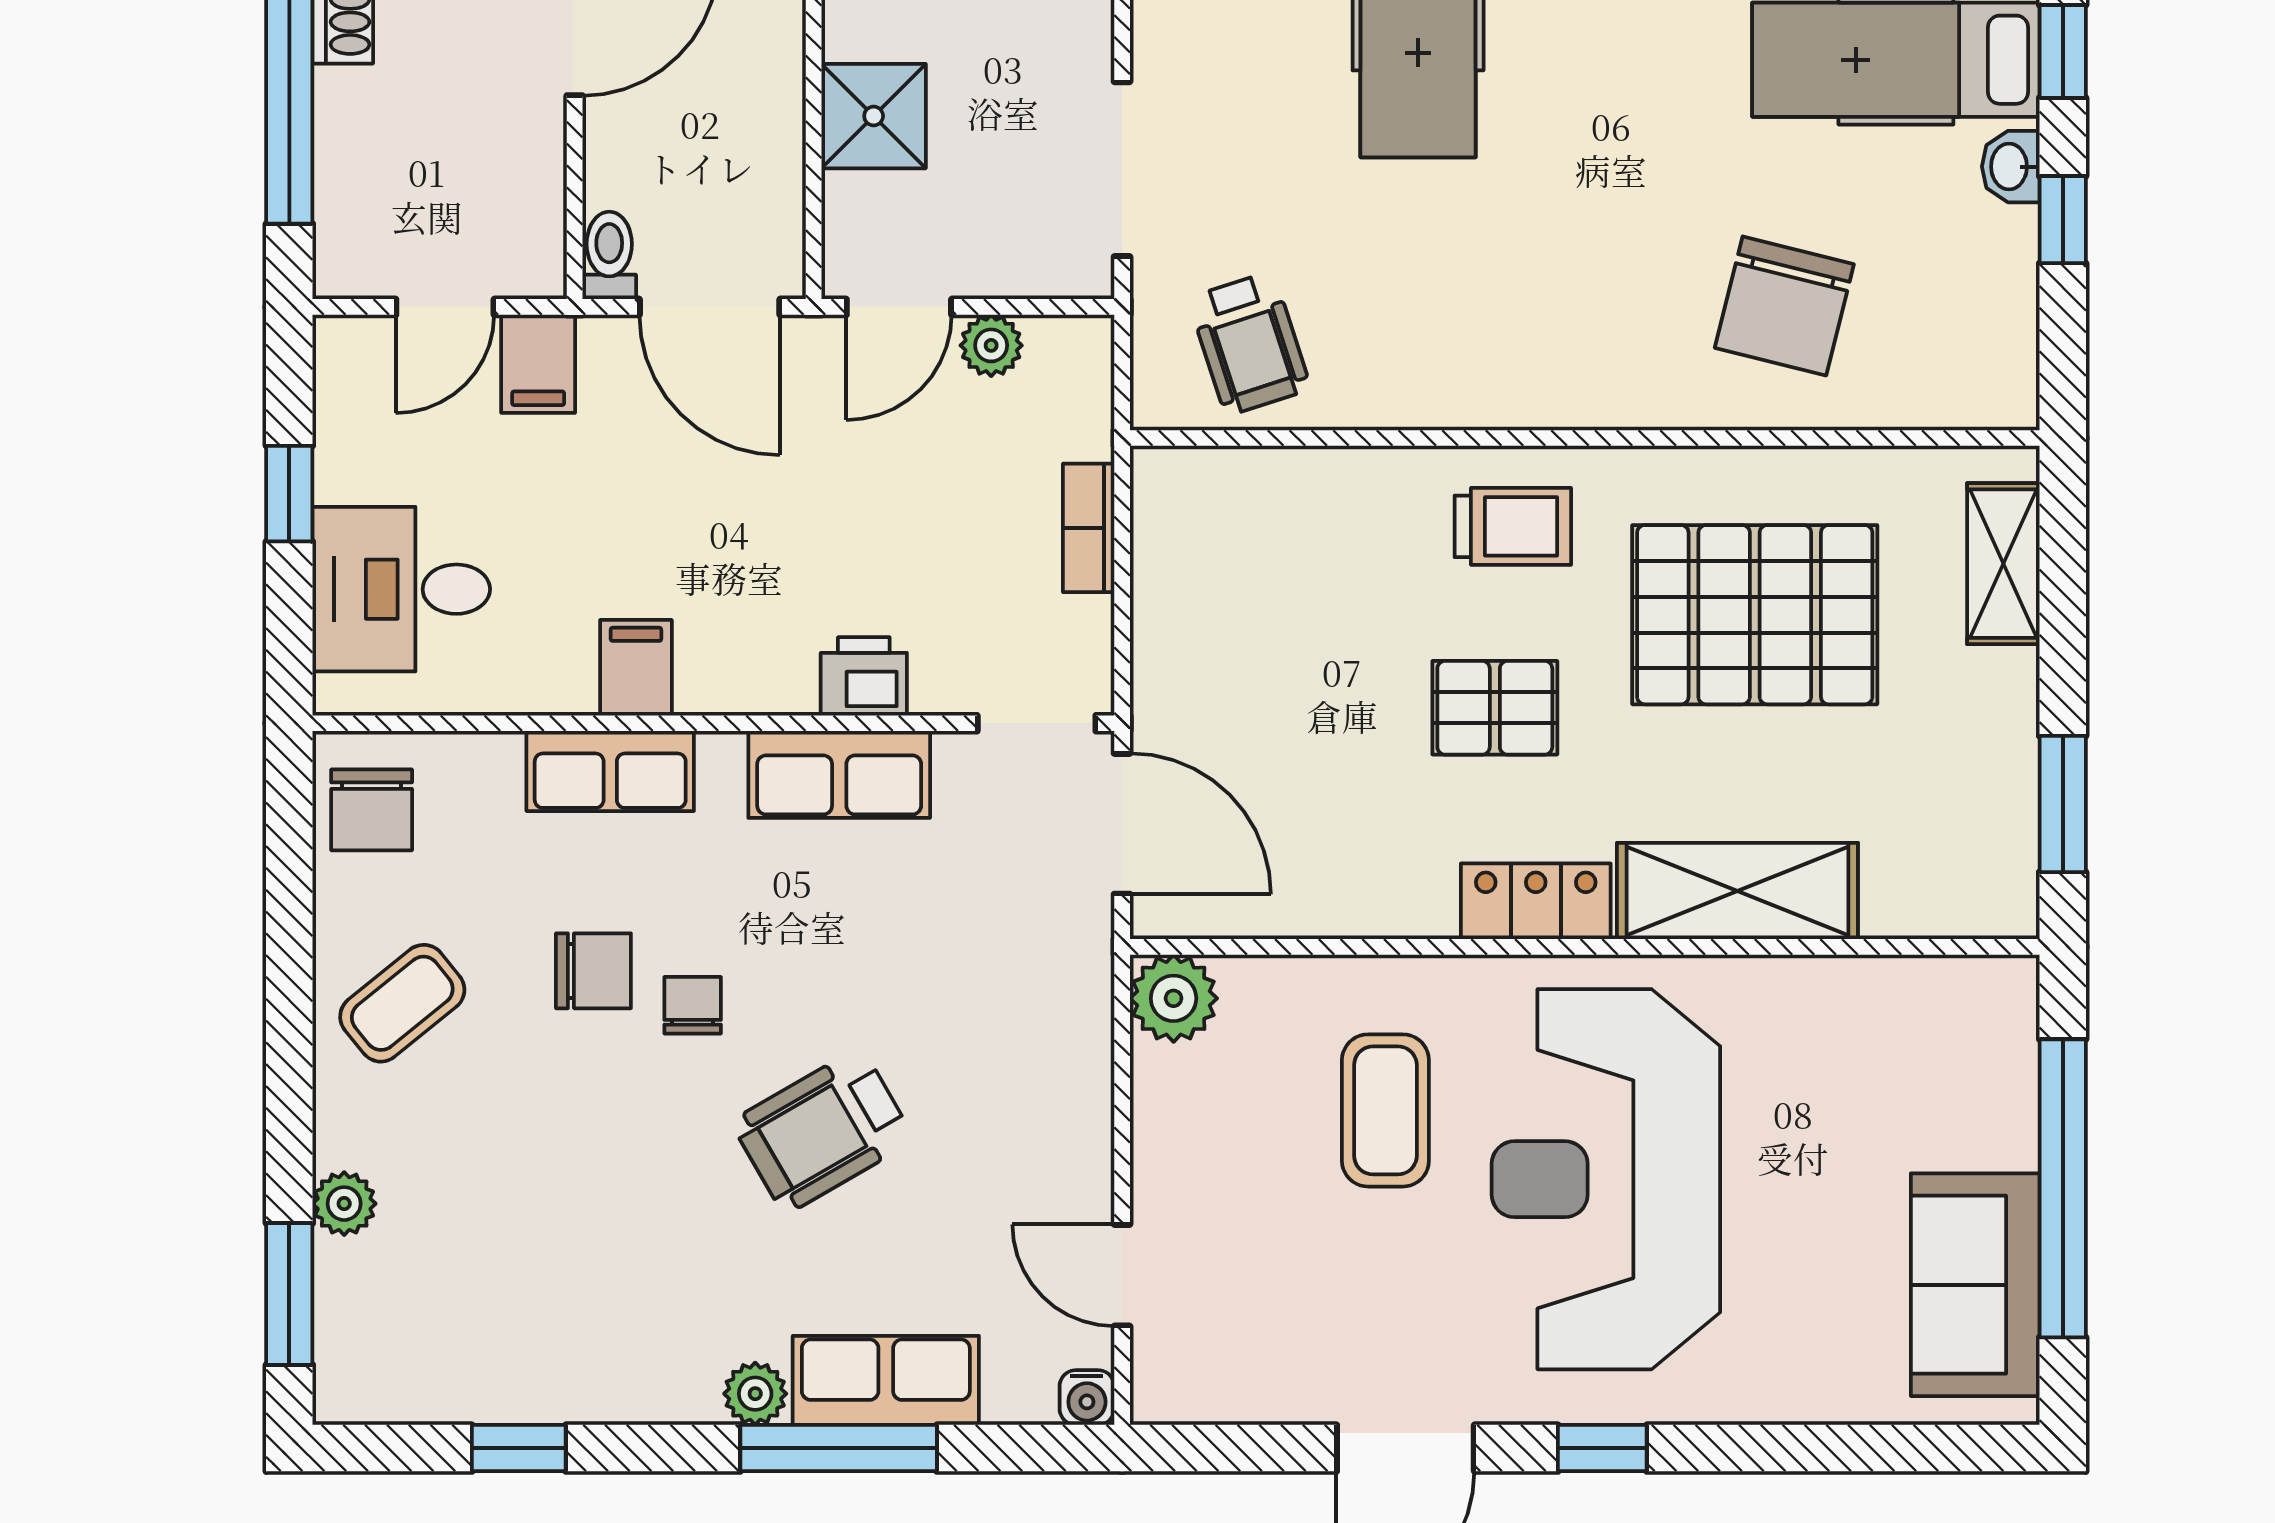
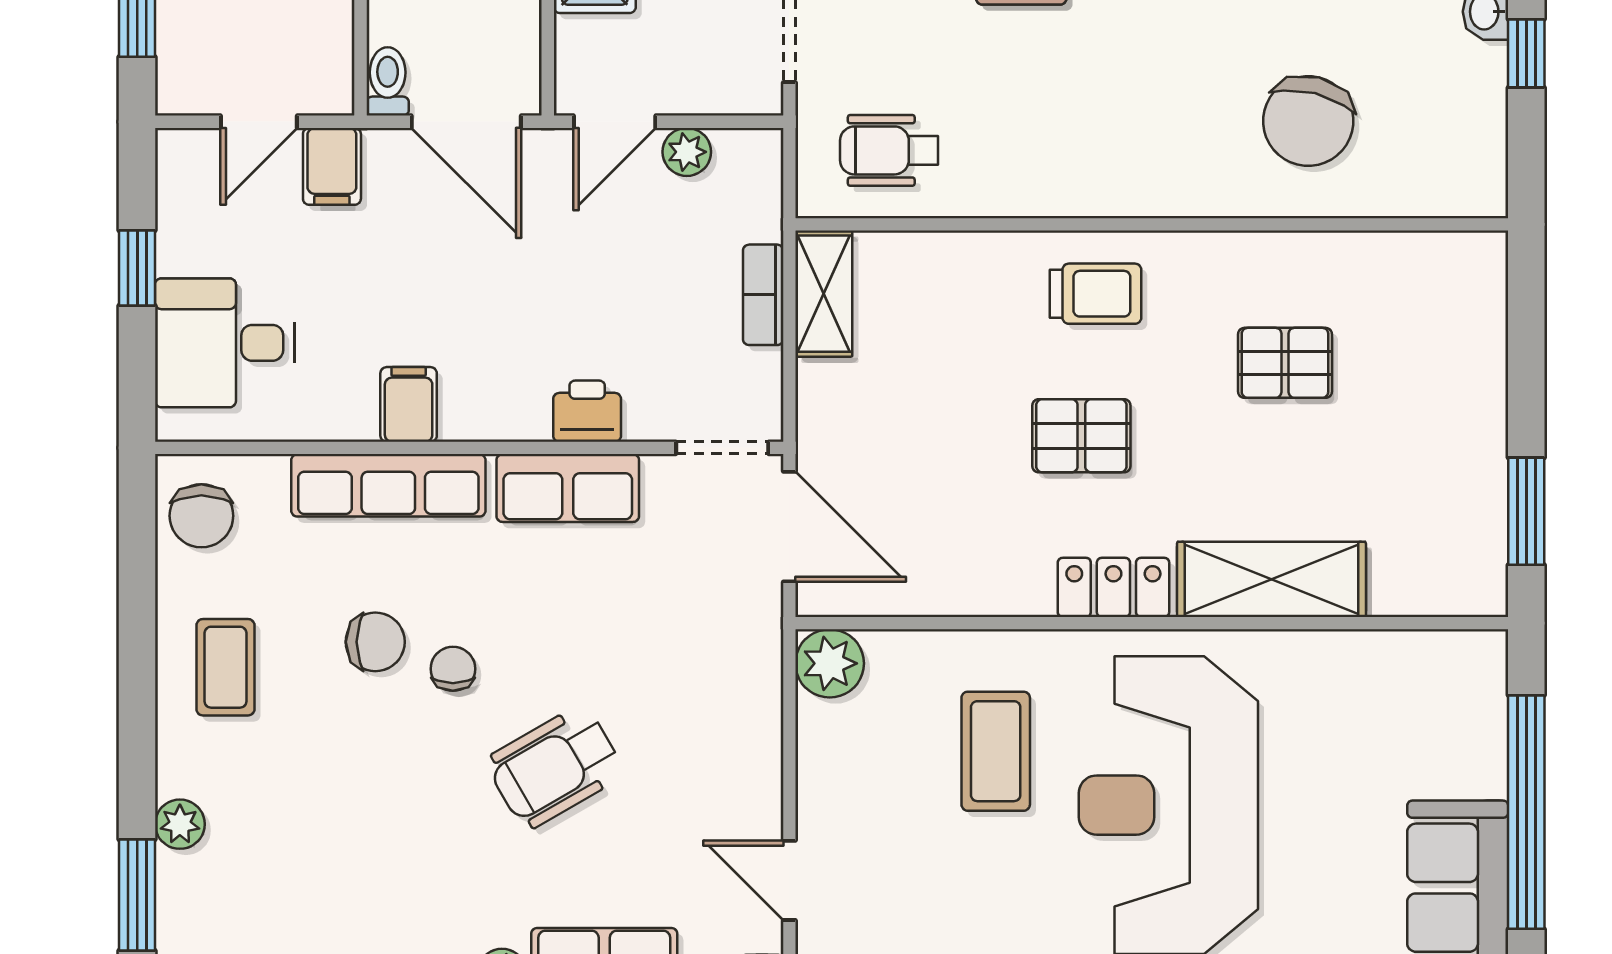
wheelchair: (1249, 343) -> (889, 150), turned 108
shelving: (2003, 564) -> (824, 294), moved
pallet: (1755, 615) -> (1285, 363), width x0.49, depth x0.50
row of seats: (610, 771) -> (388, 485), width x1.48
coffee table: (402, 1003) -> (225, 667), turned -51

